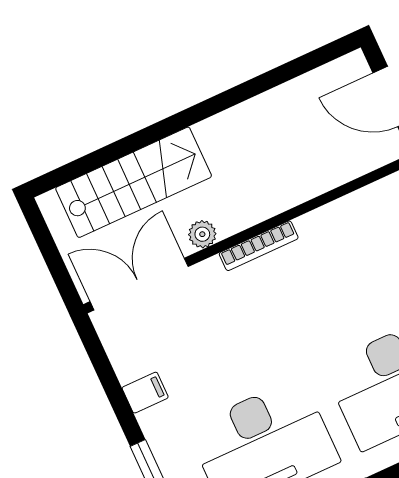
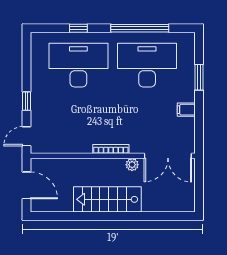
stairs: (134, 182) -> (107, 199), moved

